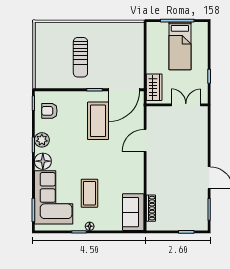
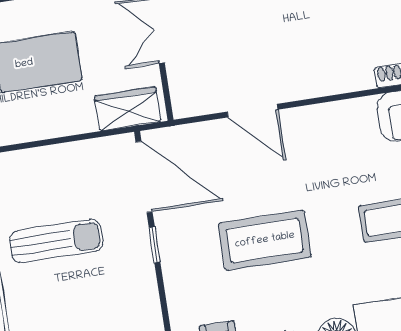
sun lounger: (80, 57) -> (56, 241), moved
coffee table: (98, 121) -> (265, 240), moved

